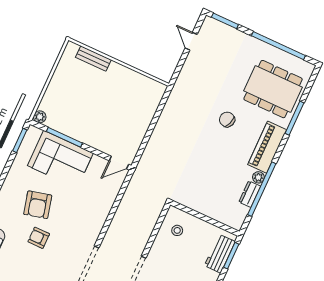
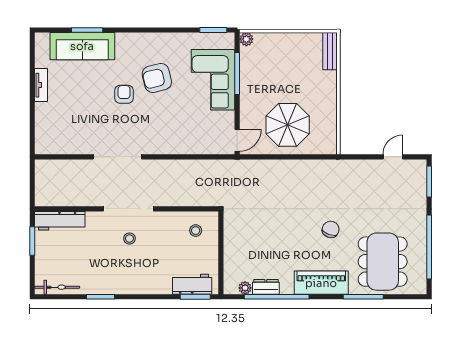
bench: (93, 59) -> (330, 51), moved
parasol: (125, 115) -> (288, 125), added
door: (119, 162) -> (237, 140), swing flipped
plant: (258, 177) -> (245, 288), moved

